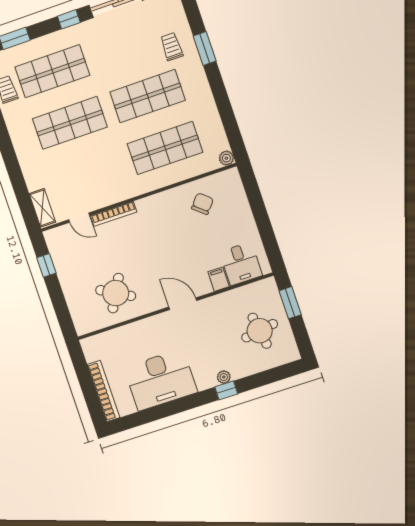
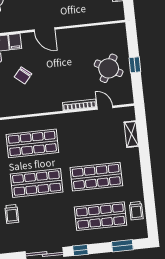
chair: (202, 204) -> (23, 75), moved
shelving: (42, 208) -> (131, 134), moved
window: (46, 265) -> (135, 65), moved
round table: (116, 293) -> (109, 68), moved

